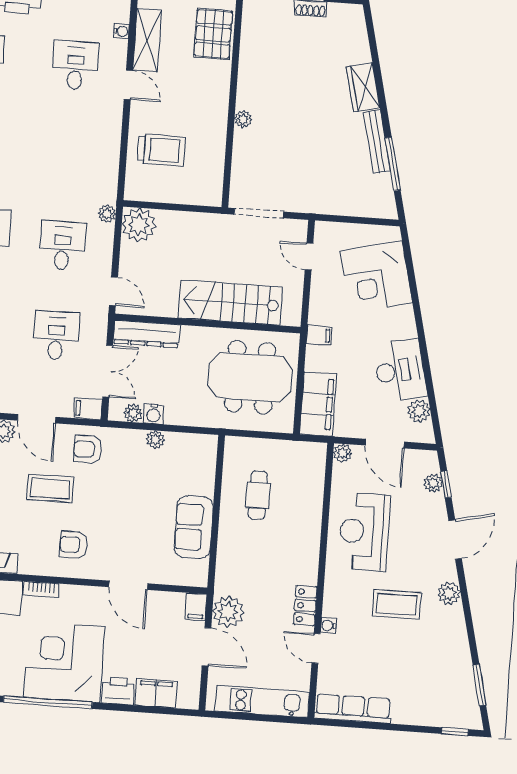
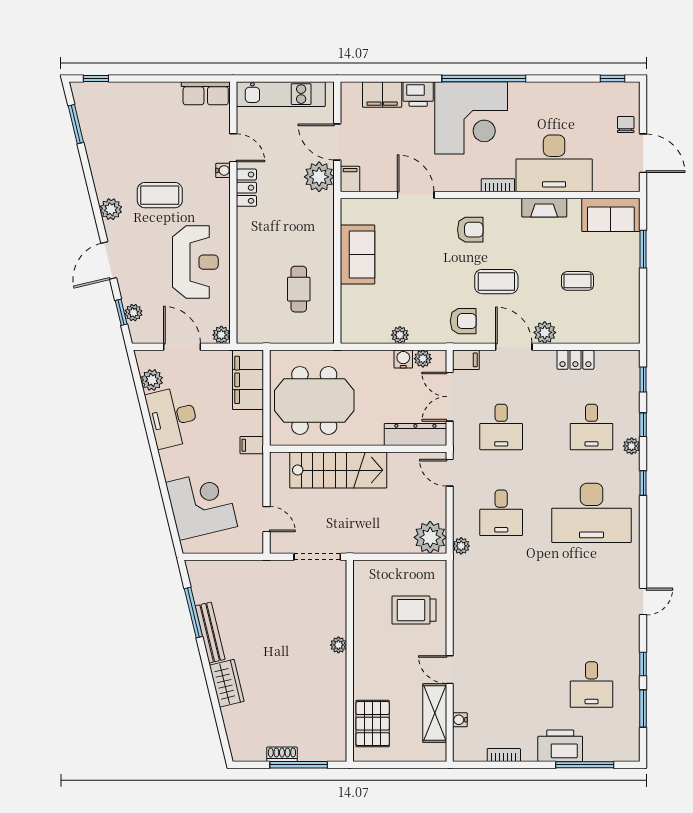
desk: (75, 65) -> (501, 685), removed
row of seats: (353, 709) -> (206, 93), width x0.68

